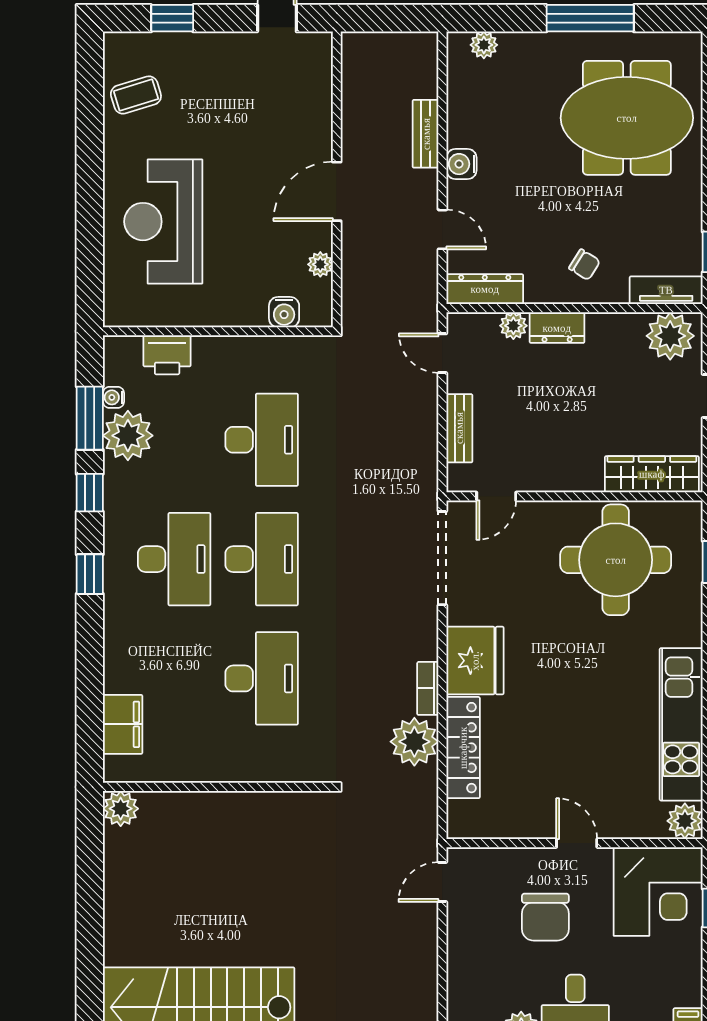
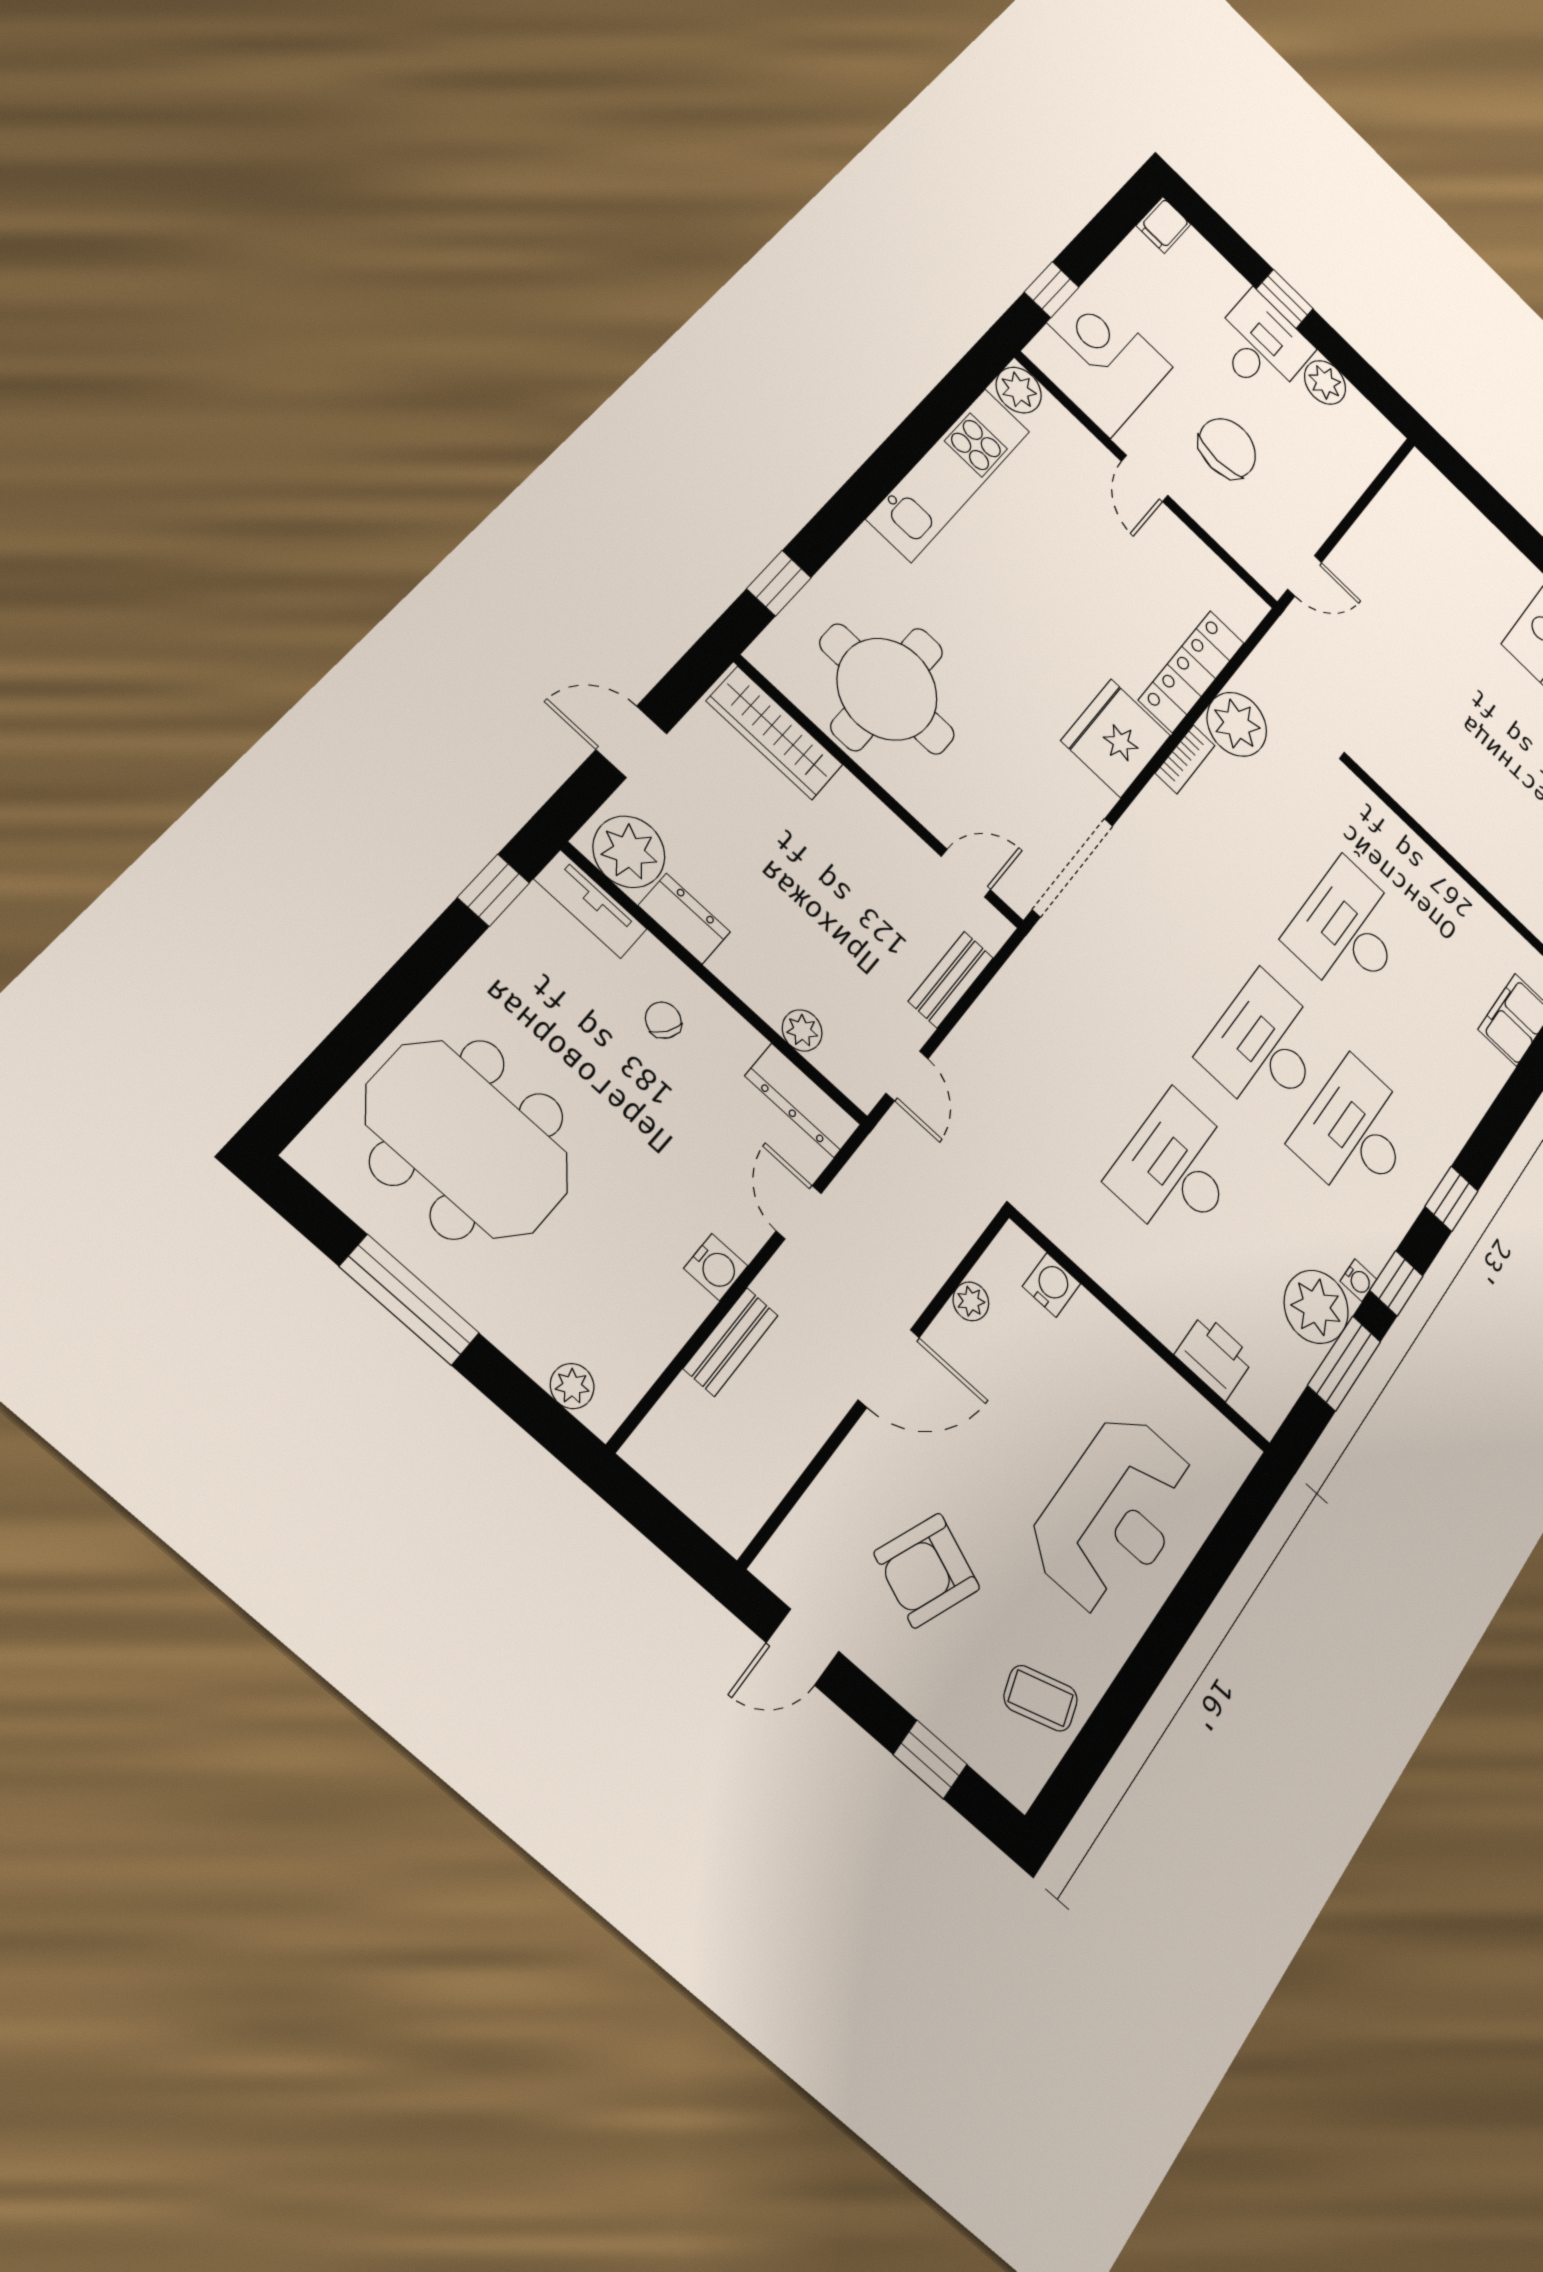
armchair: (242, 108) -> (927, 1570), added
dresser: (557, 328) -> (684, 919), moved
water cooler: (113, 397) -> (1358, 1280), moved

